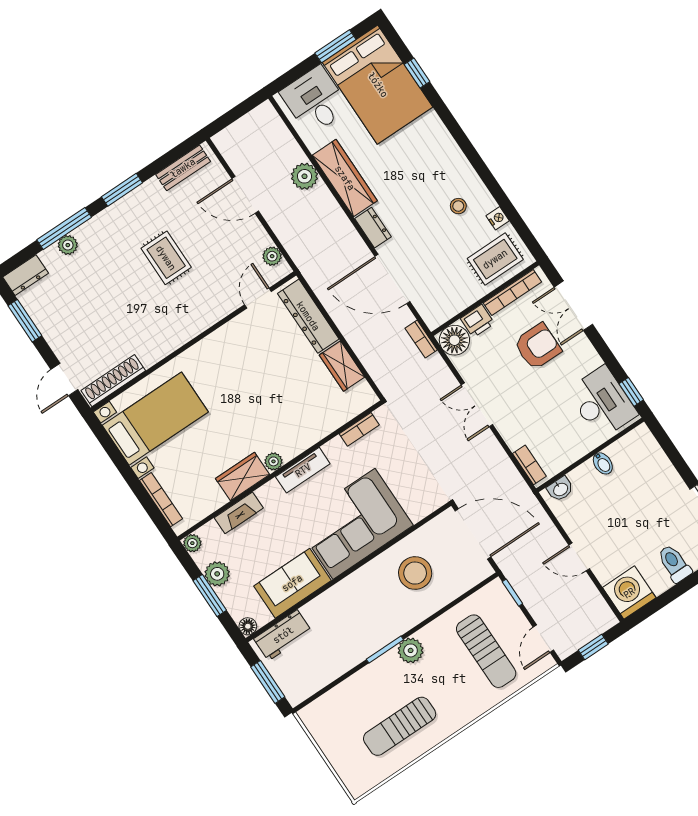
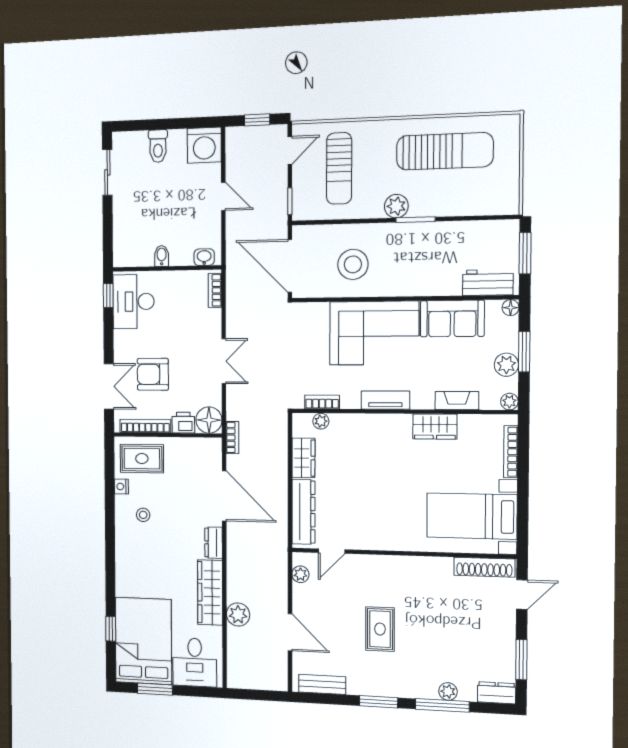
plant: (273, 461) -> (321, 421), moved
sun lounger: (486, 651) -> (339, 168), turned 180
sun lounger: (400, 726) -> (445, 151), width x1.36, depth x1.34

